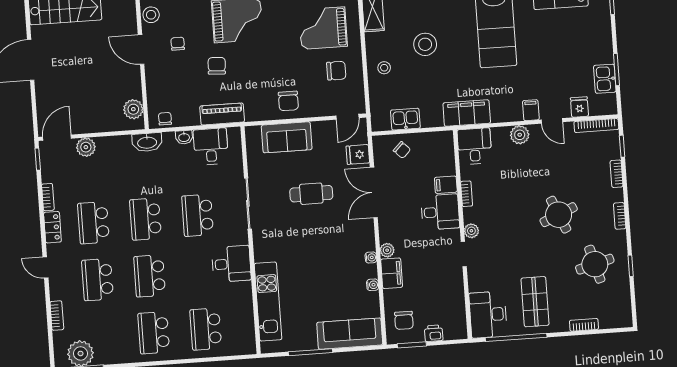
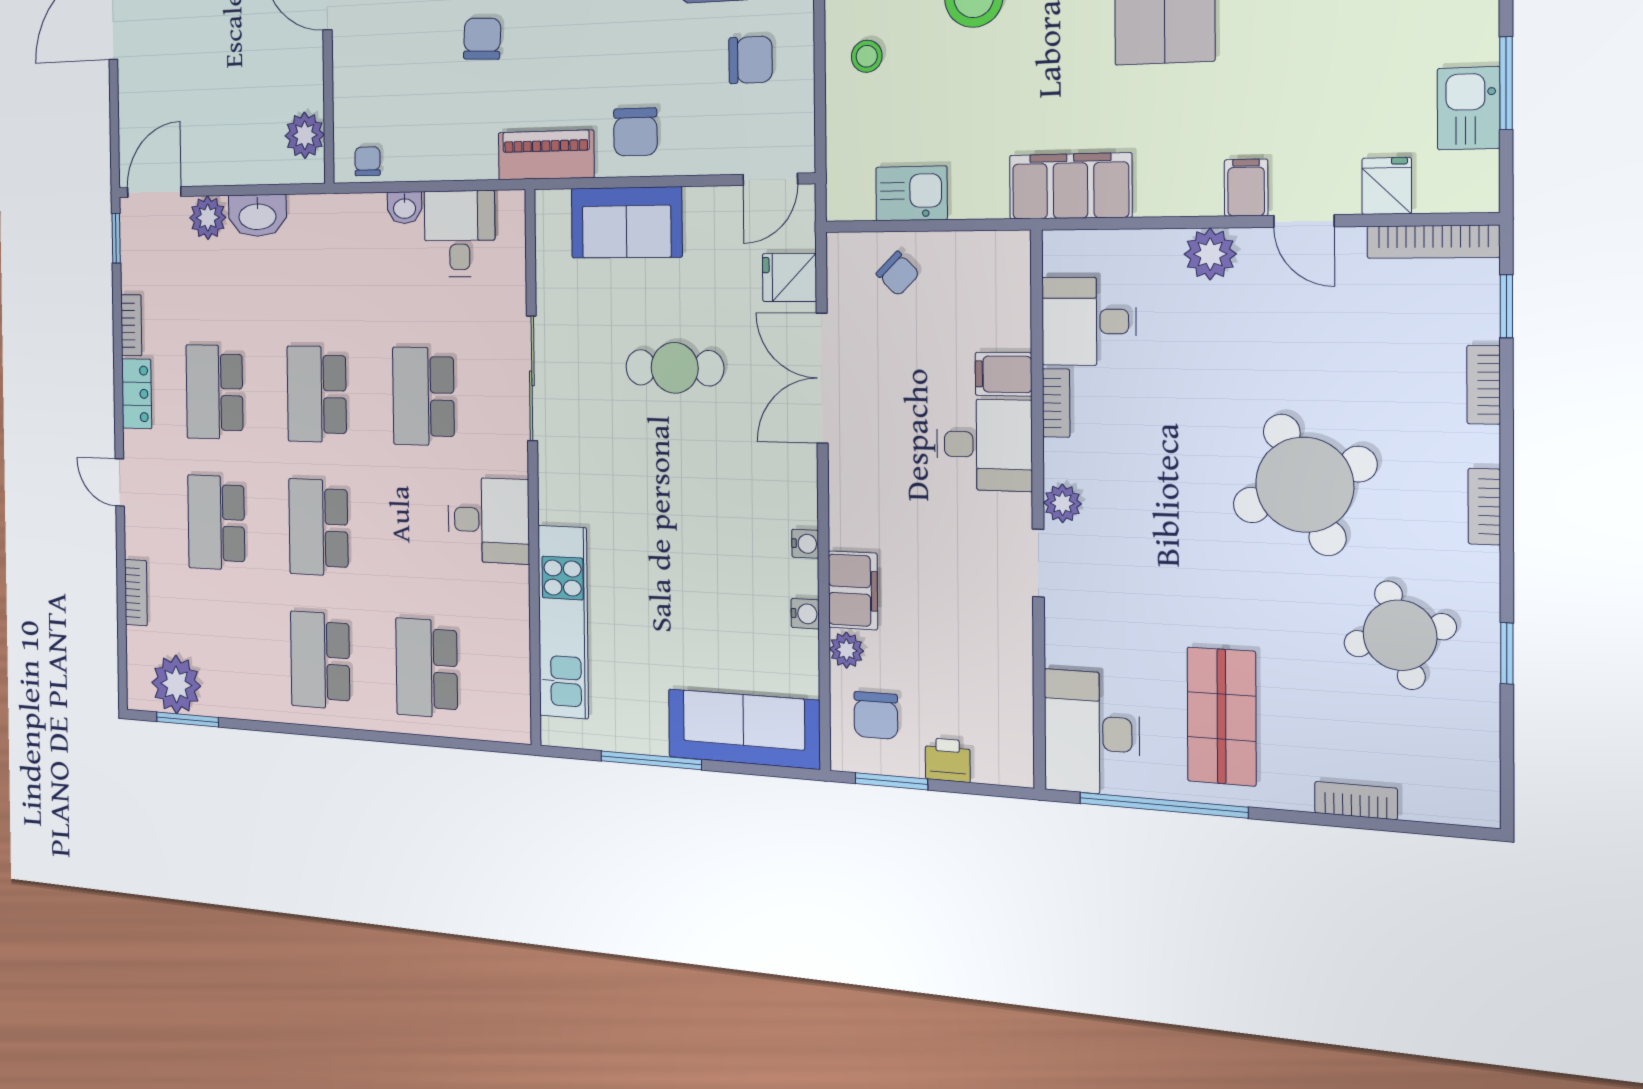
piano: (222, 114) -> (546, 155), moved
washbasin: (147, 142) -> (257, 216), moved
desk: (474, 146) -> (1089, 321), moved, turned -90
round table: (559, 215) -> (1305, 485), width x1.36, depth x1.36
plant: (387, 250) -> (846, 650), moved

